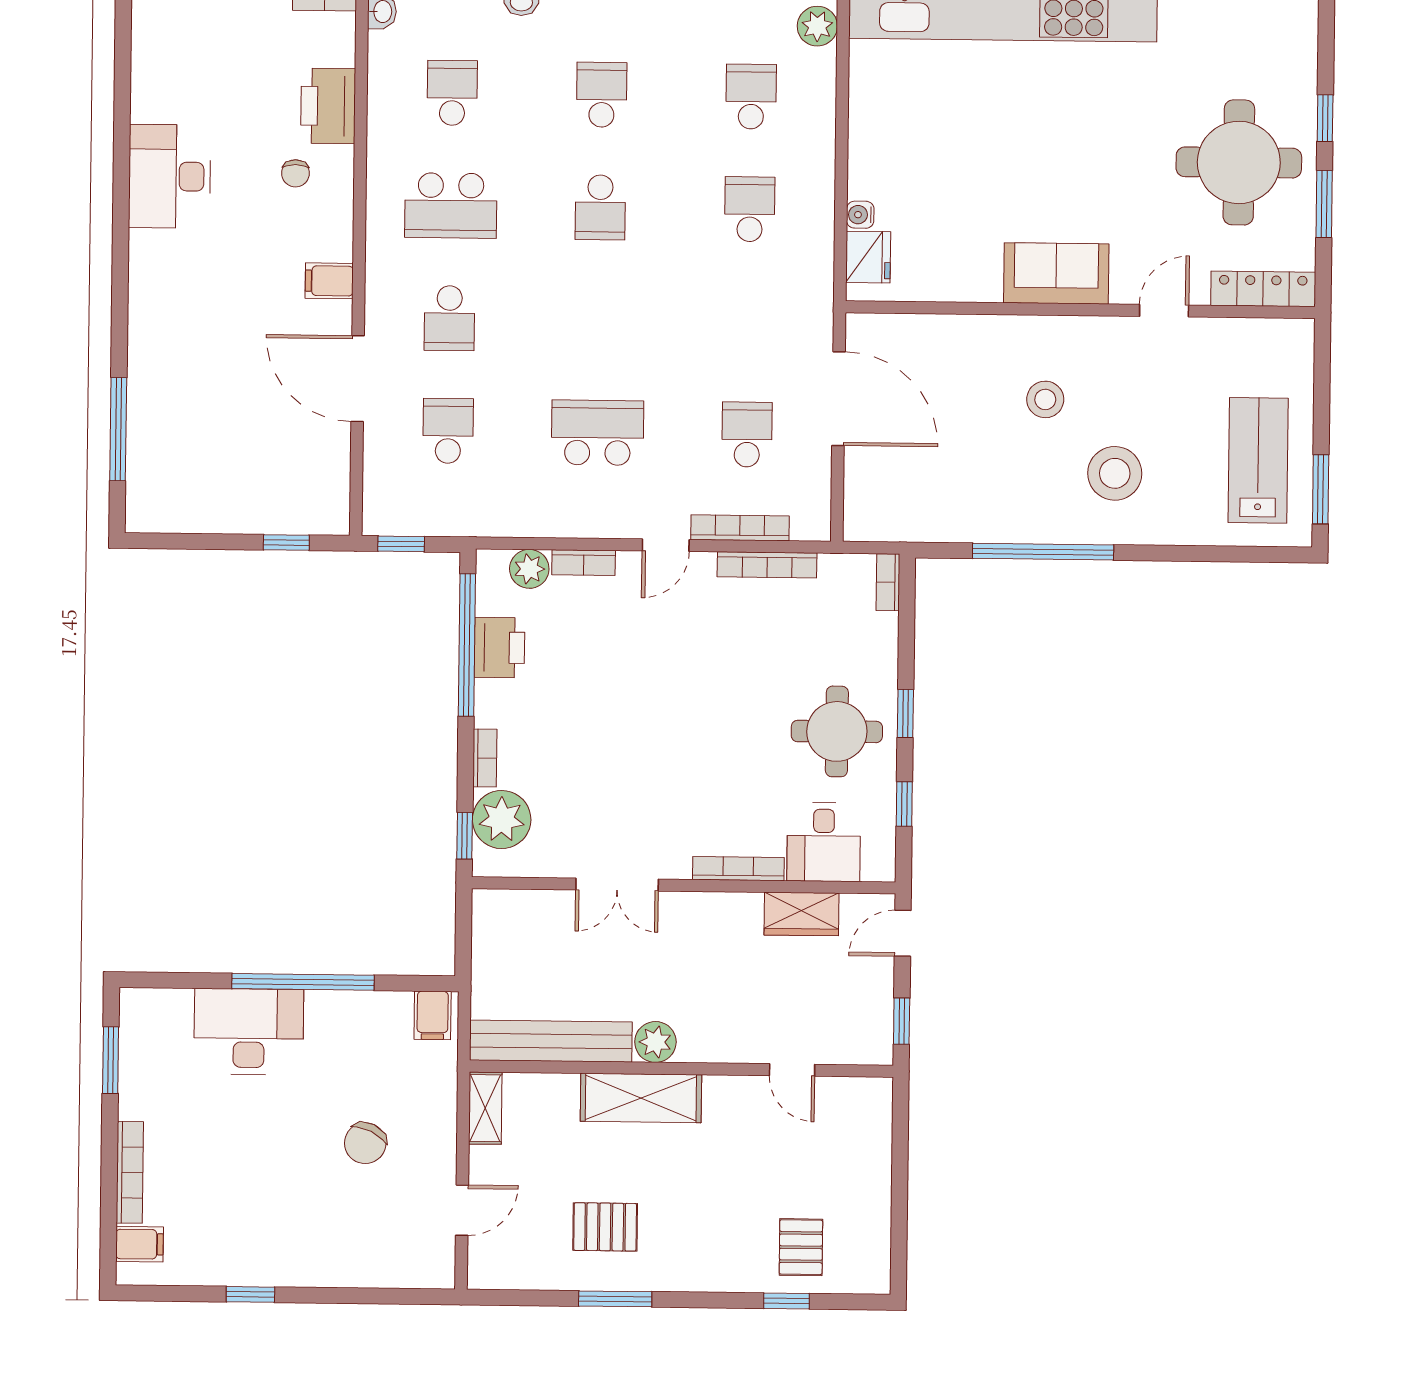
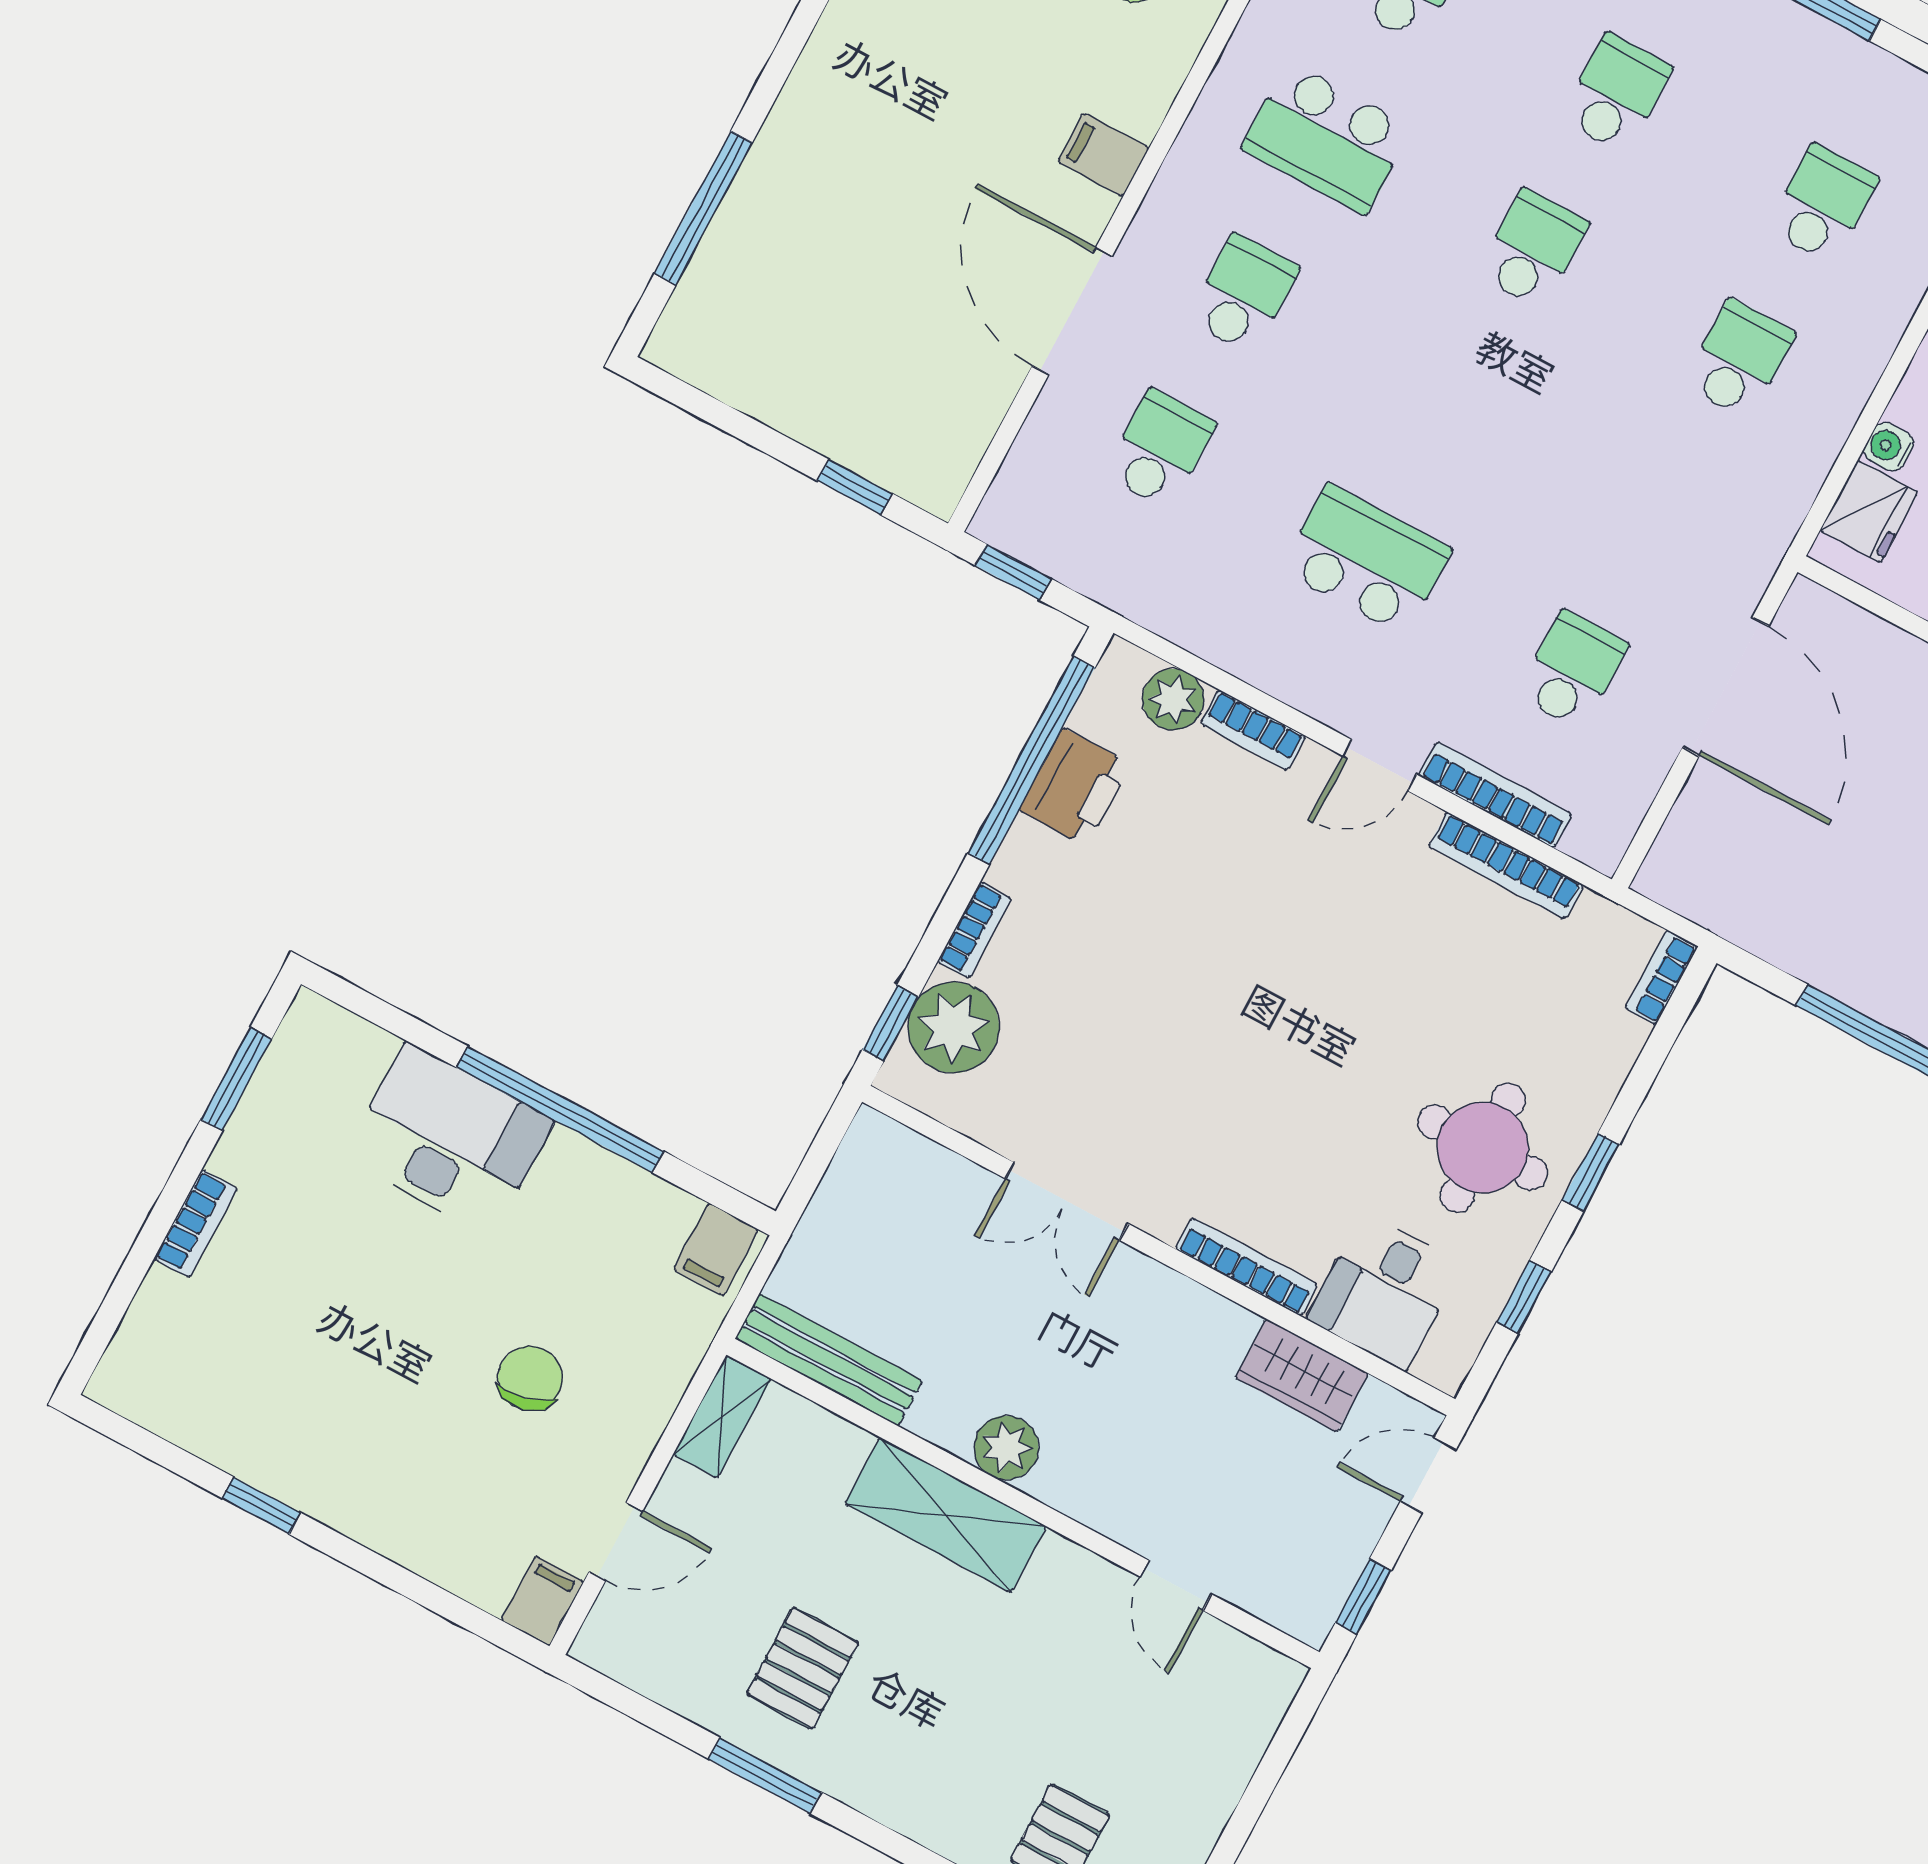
school desk: (600, 207) -> (1533, 249), turned 180
school desk: (449, 318) -> (1243, 294), turned 180
bench: (551, 1041) -> (829, 1360), width x0.73, depth x0.82
chair: (365, 1143) -> (530, 1378), turned 140
bookcase: (130, 1172) -> (196, 1223), width x0.64
pallet: (605, 1227) -> (803, 1668), turned 90
filing cabinet: (140, 1244) -> (543, 1601), moved, turned -90

